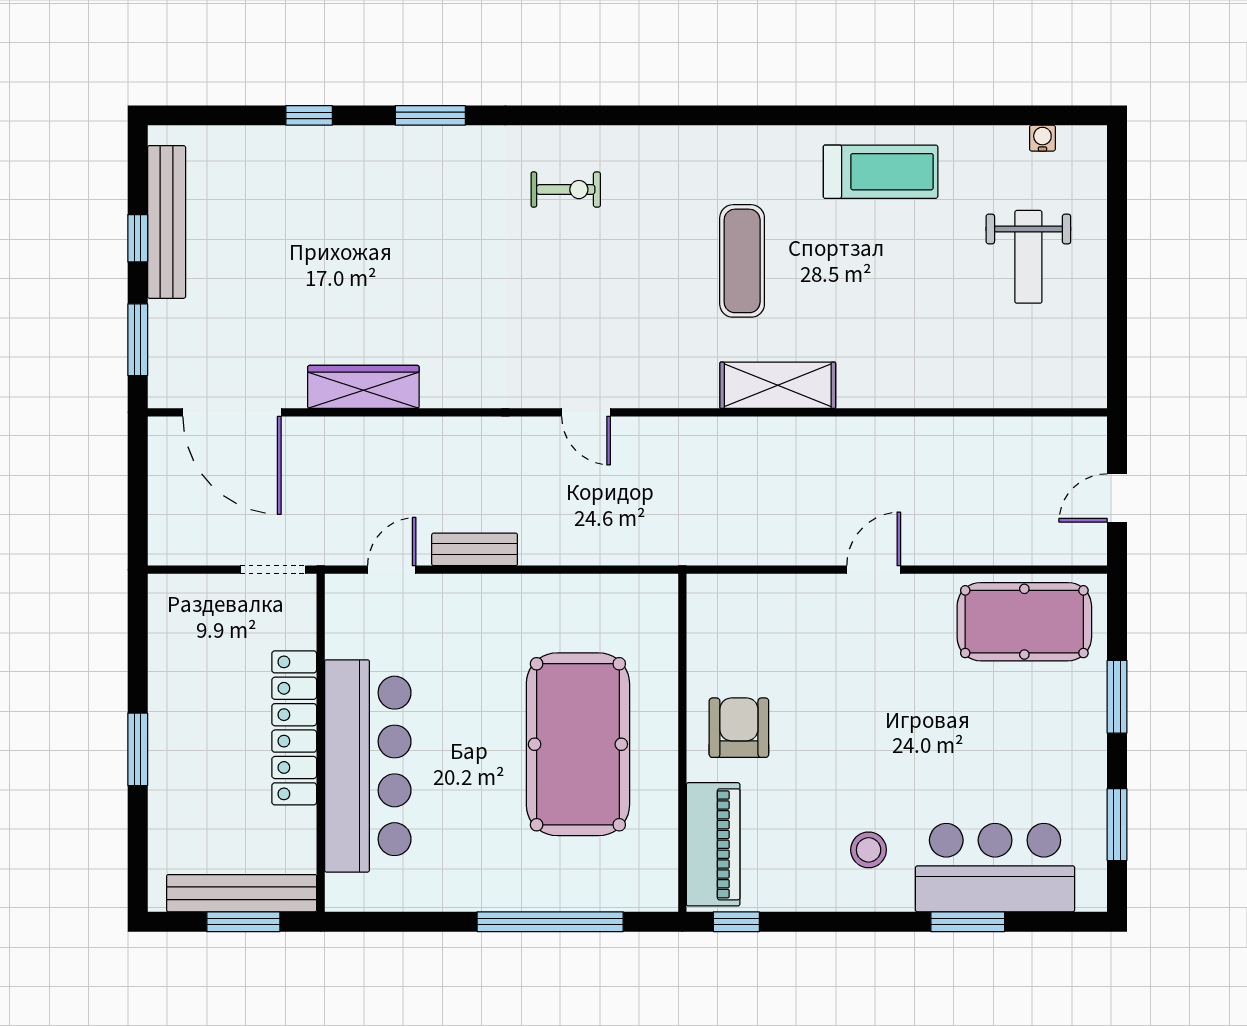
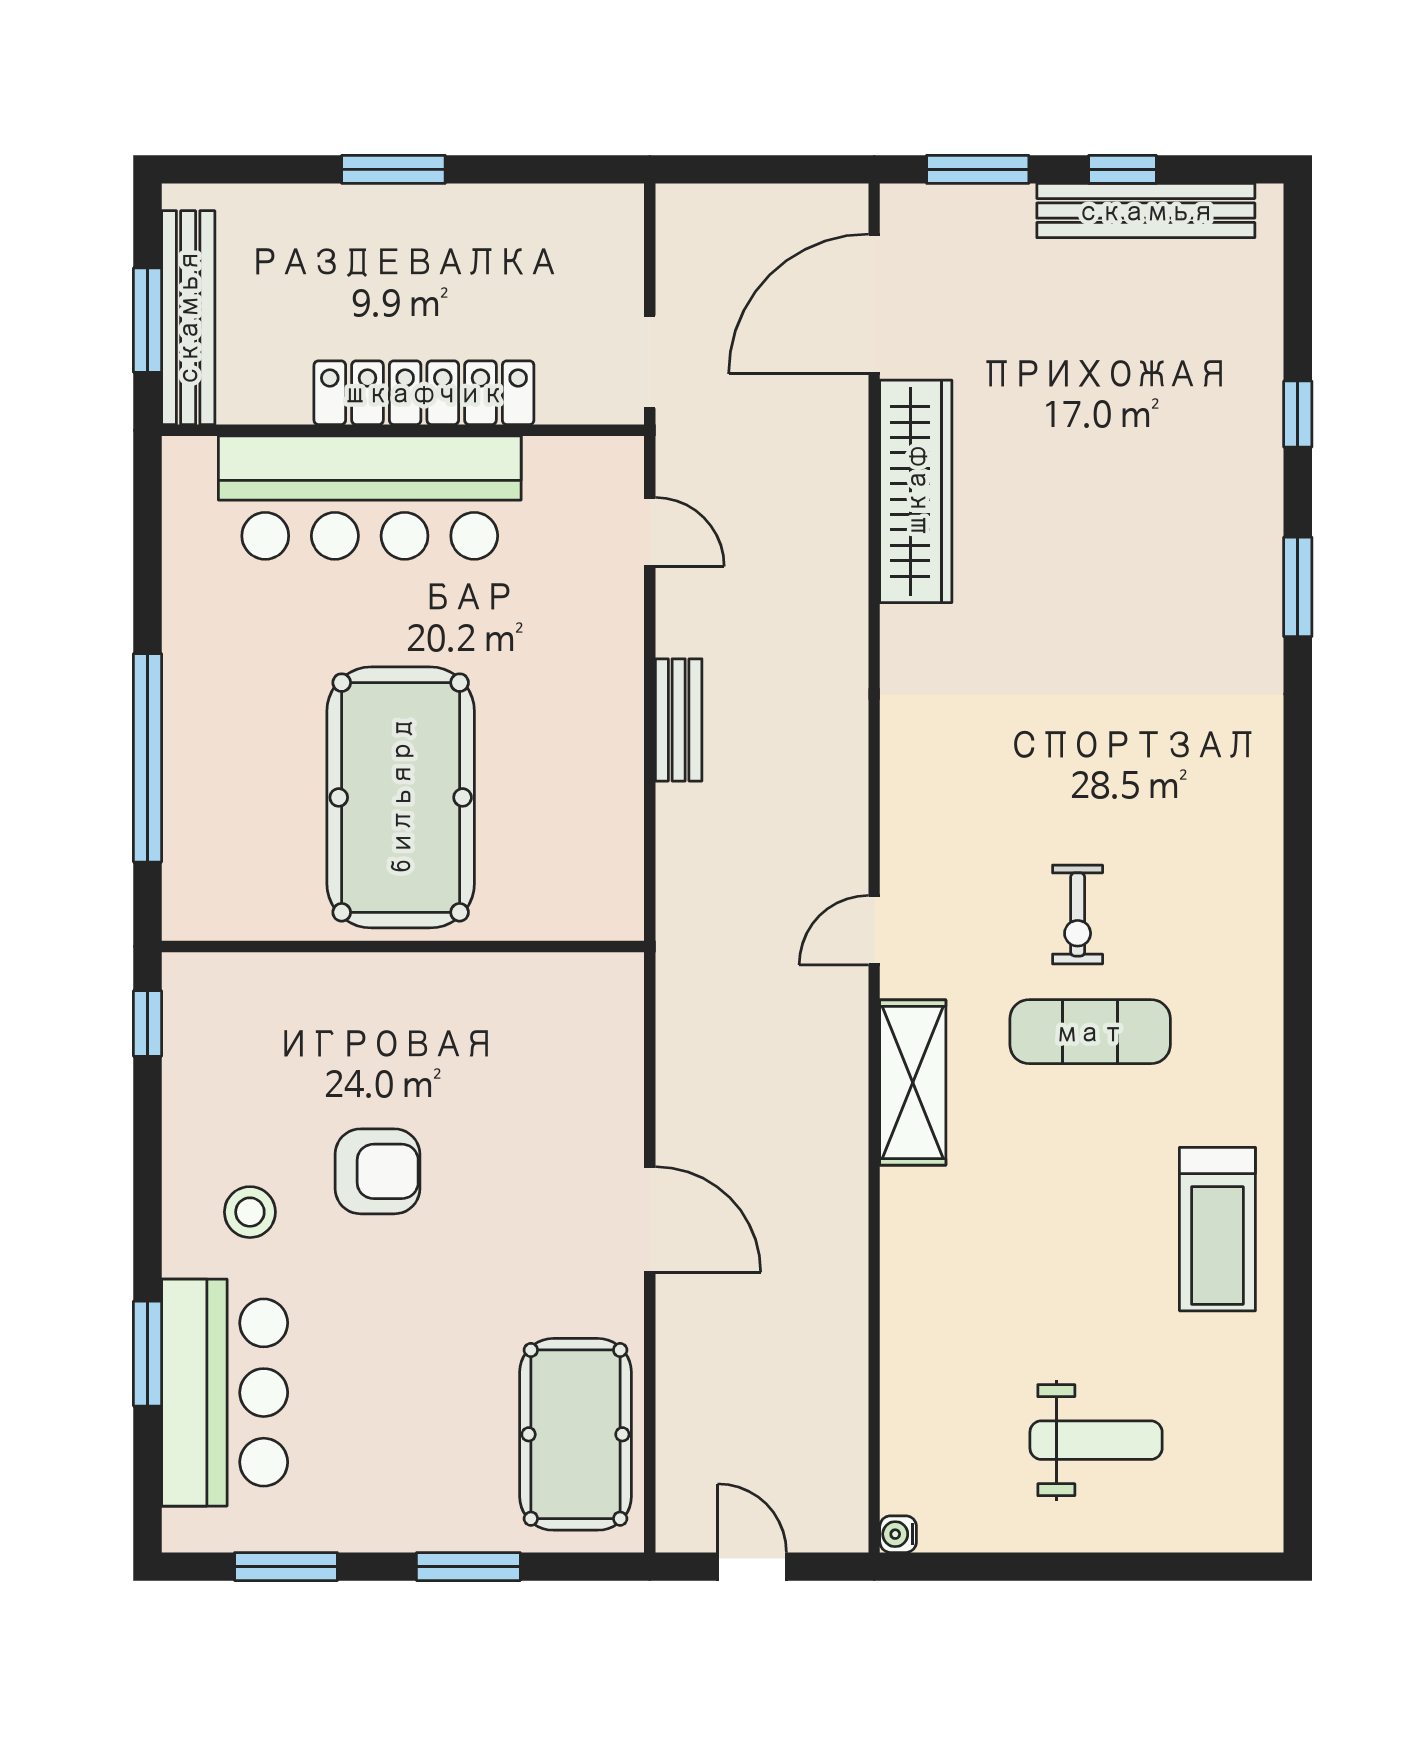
water cooler: (1042, 138) -> (898, 1534), moved, turned 180
exercise bike: (566, 190) -> (1078, 914), moved
weight bench: (1028, 257) -> (1096, 1440), turned 180
wardrobe: (363, 387) -> (916, 491), width x1.40, depth x1.17
door: (586, 412) -> (874, 930), moved
bench: (475, 549) -> (679, 720), moved
door: (874, 570) -> (650, 1219), width x1.38
armchair: (739, 728) -> (377, 1171), moved
pool table: (578, 744) -> (401, 797), turned 90
piano: (713, 844) -> (258, 990), removed

